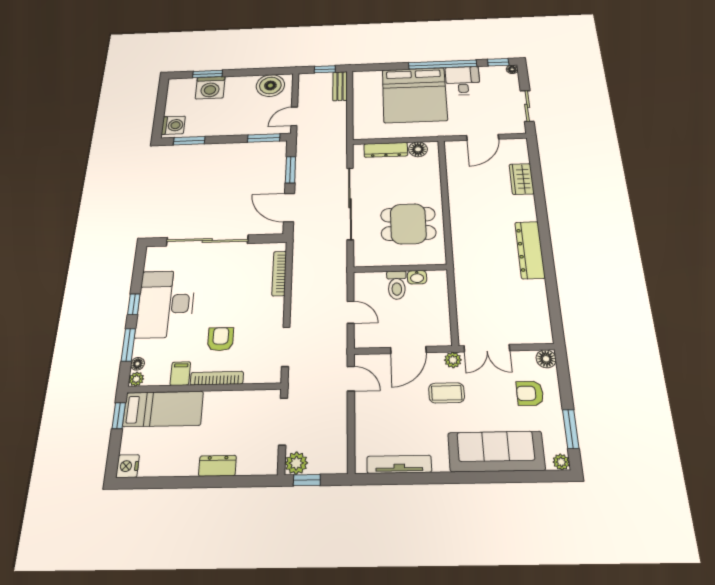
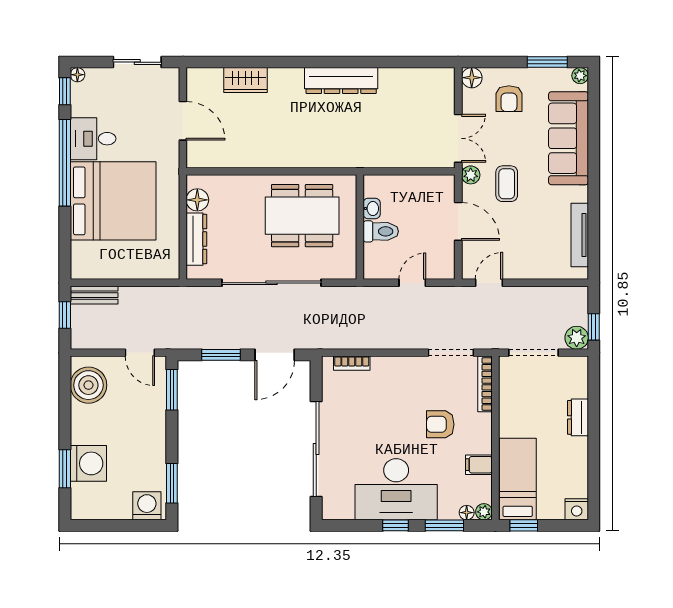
dining table: (408, 224) -> (302, 216), width x1.37
bookcase: (279, 273) -> (352, 363), width x0.64
bookcase: (217, 378) -> (485, 384), moved

